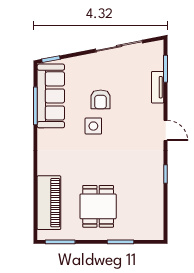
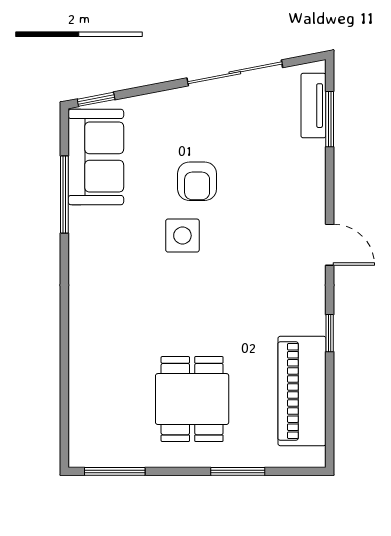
tv unit: (158, 87) -> (313, 106), moved
sofa: (51, 96) -> (96, 157), width x0.73
piano: (49, 203) -> (302, 391), moved, turned 180

